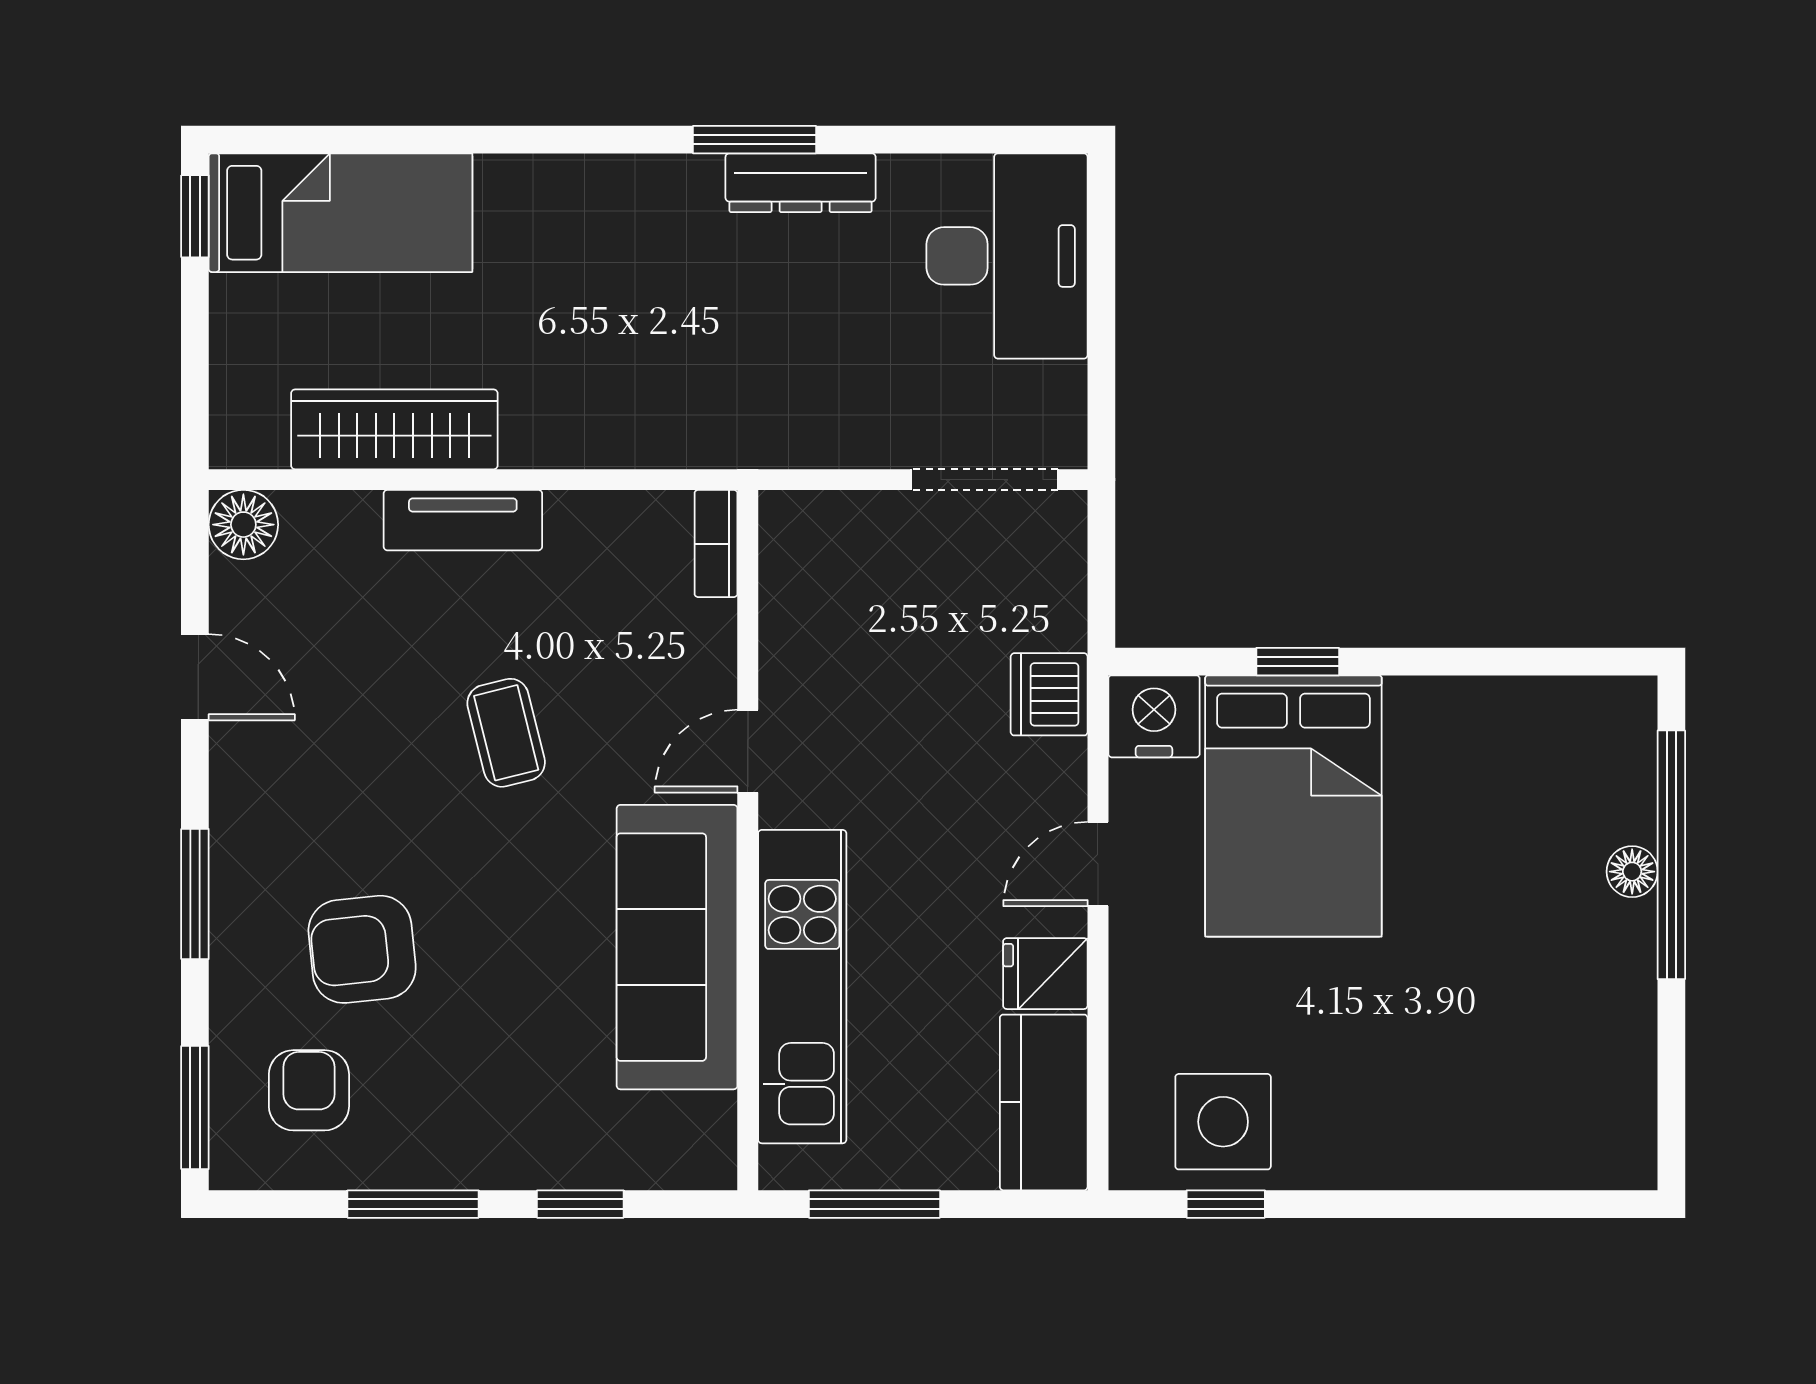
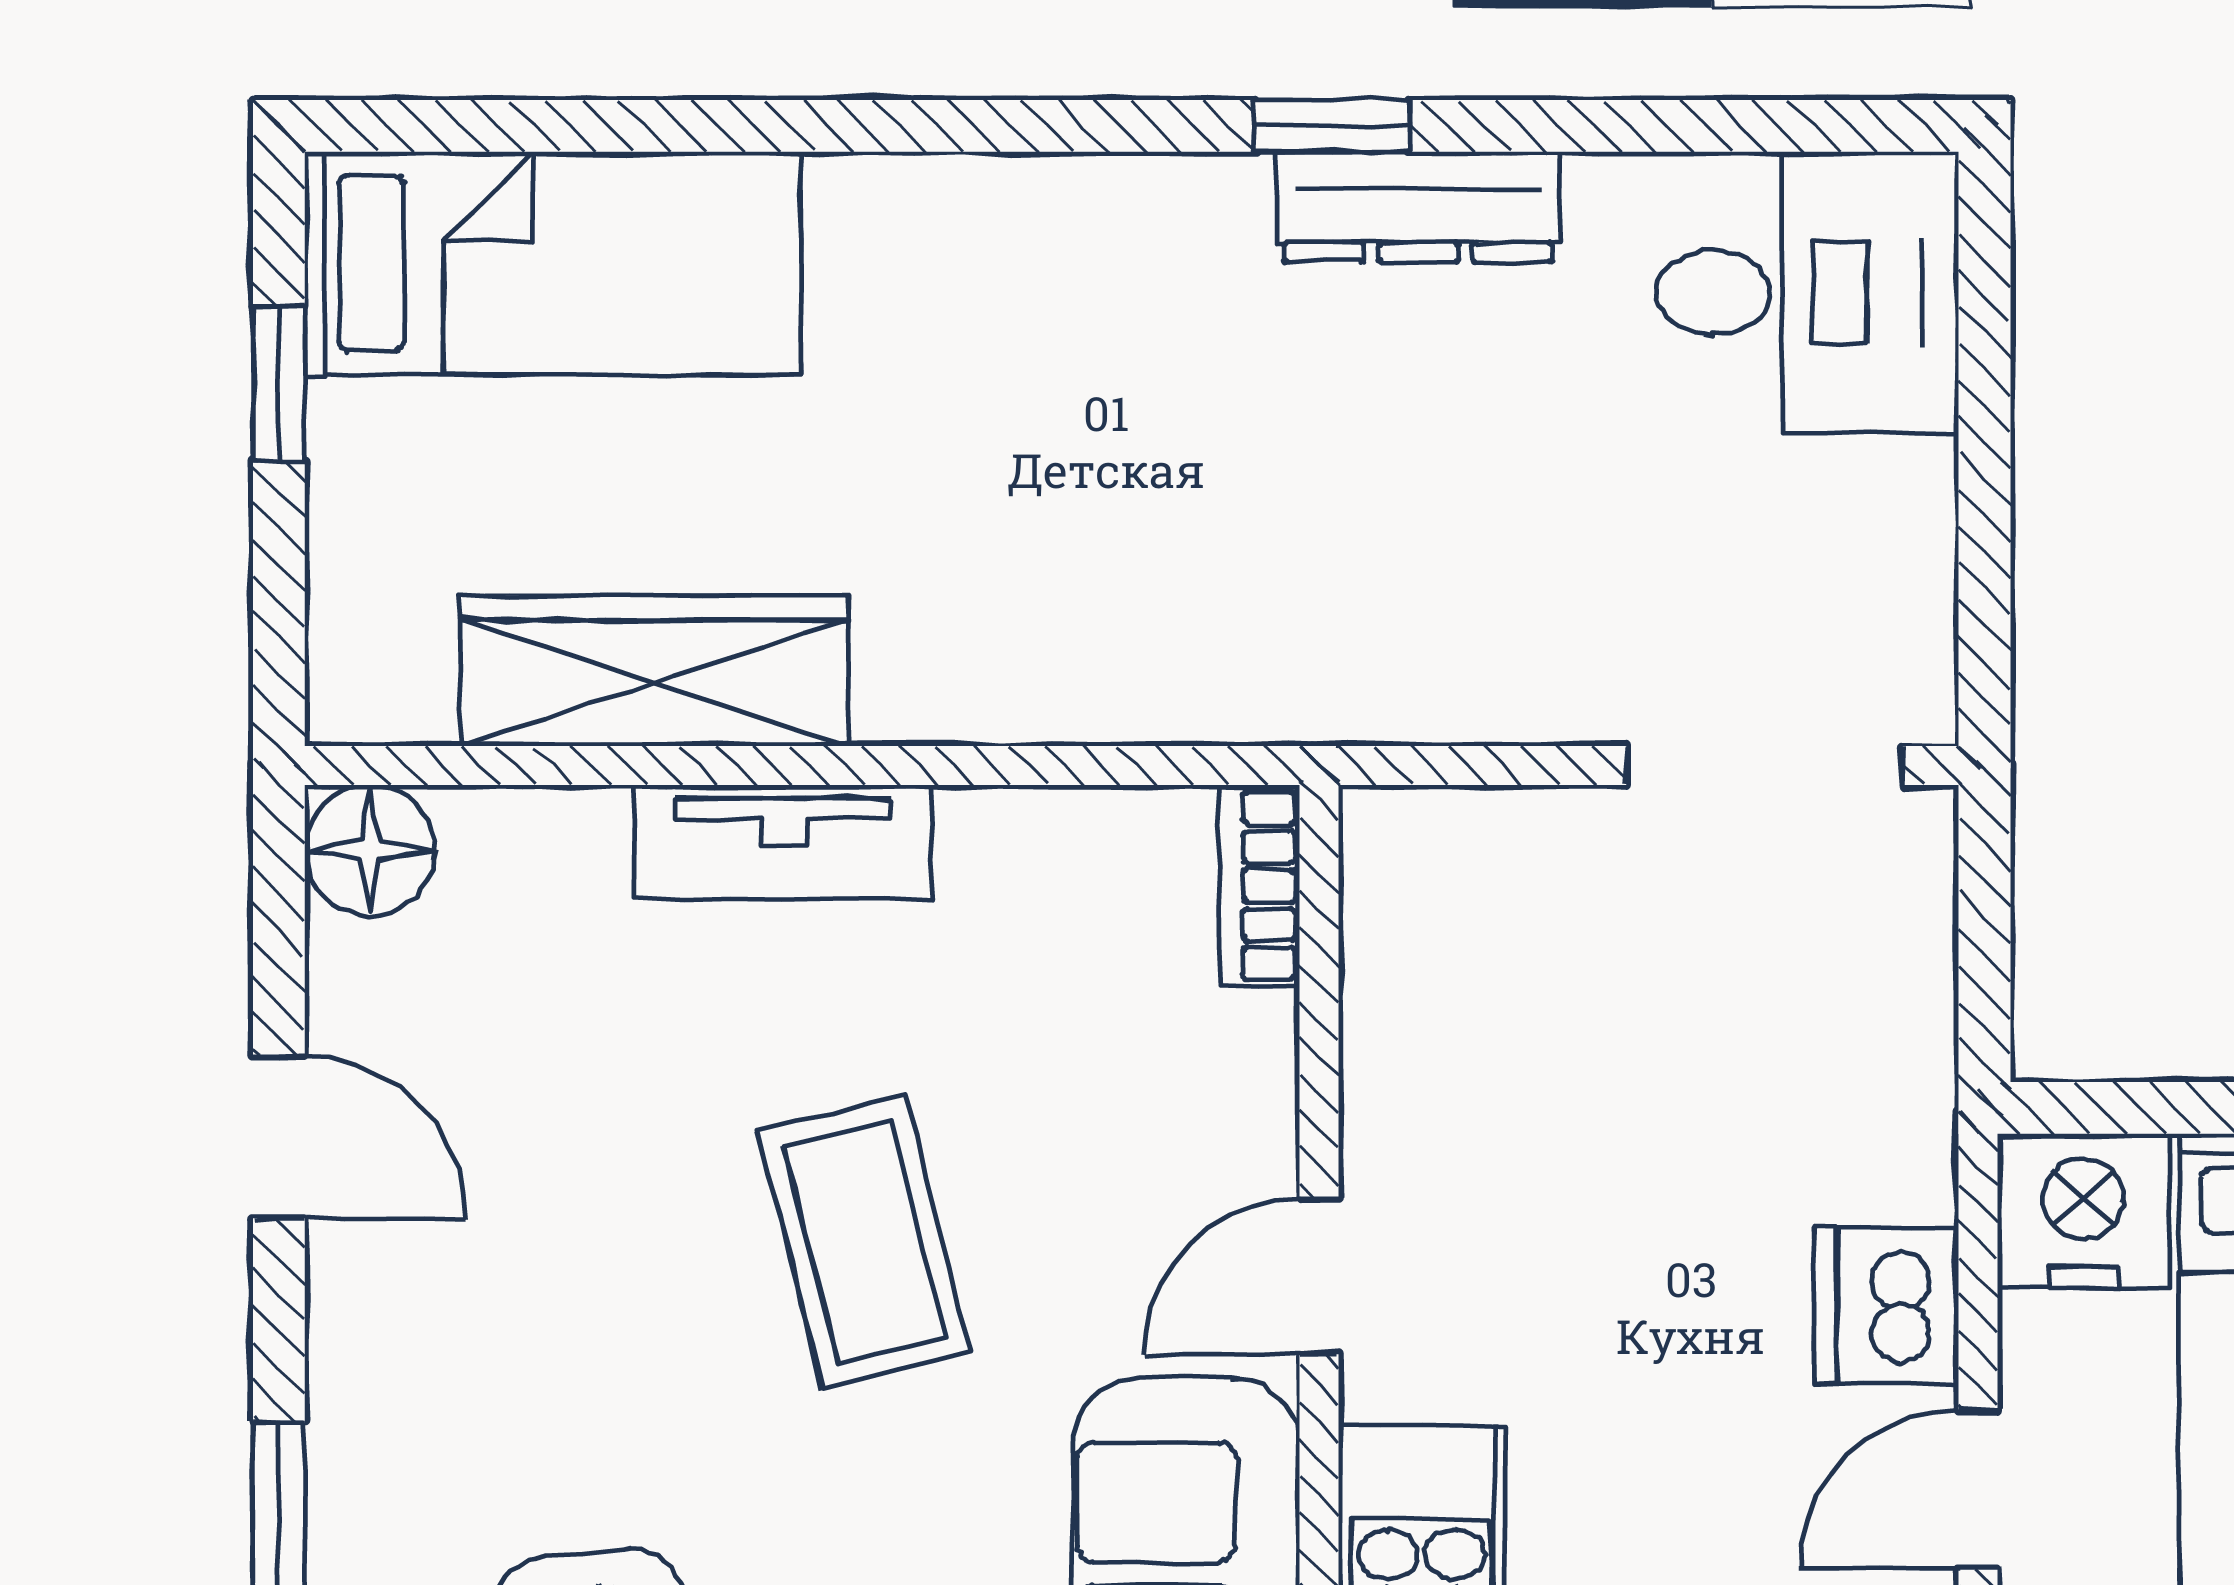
window: (755, 140) -> (1332, 126), width x0.67
window: (195, 216) -> (279, 383), moved
desk: (1007, 256) -> (1807, 292), width x0.73
dishwasher: (1049, 694) -> (1886, 1306), moved
coffee table: (506, 733) -> (864, 1242), width x1.36, depth x1.30

